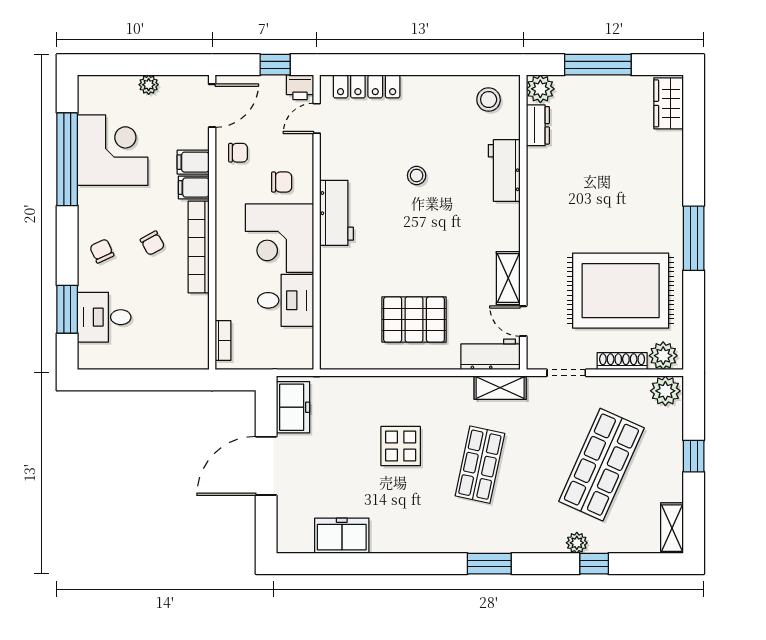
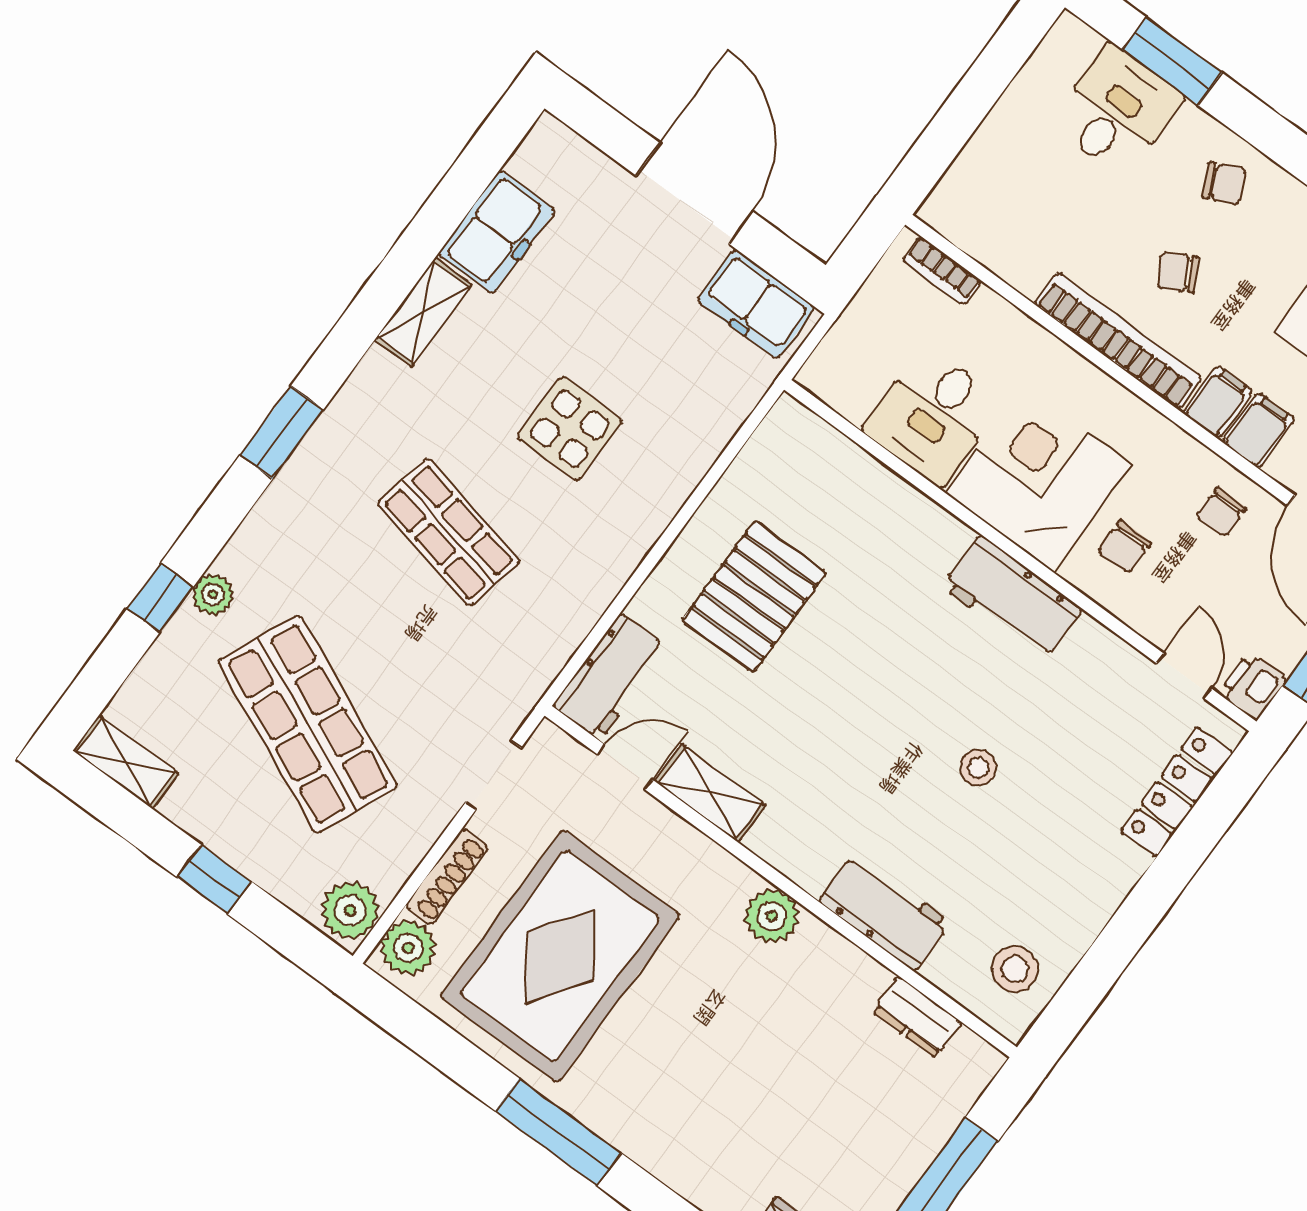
plant: (540, 89) -> (772, 916), moved
shelving: (500, 388) -> (423, 312), moved

